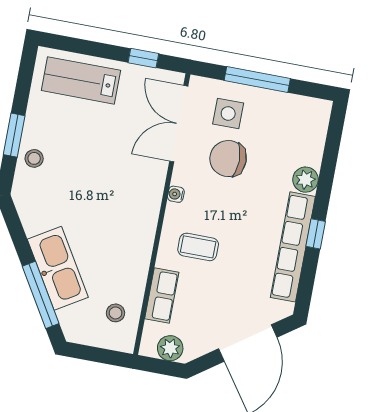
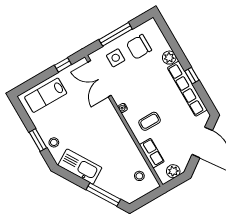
chair: (228, 159) -> (139, 47), moved
kitchen sink: (58, 268) -> (80, 167), moved

